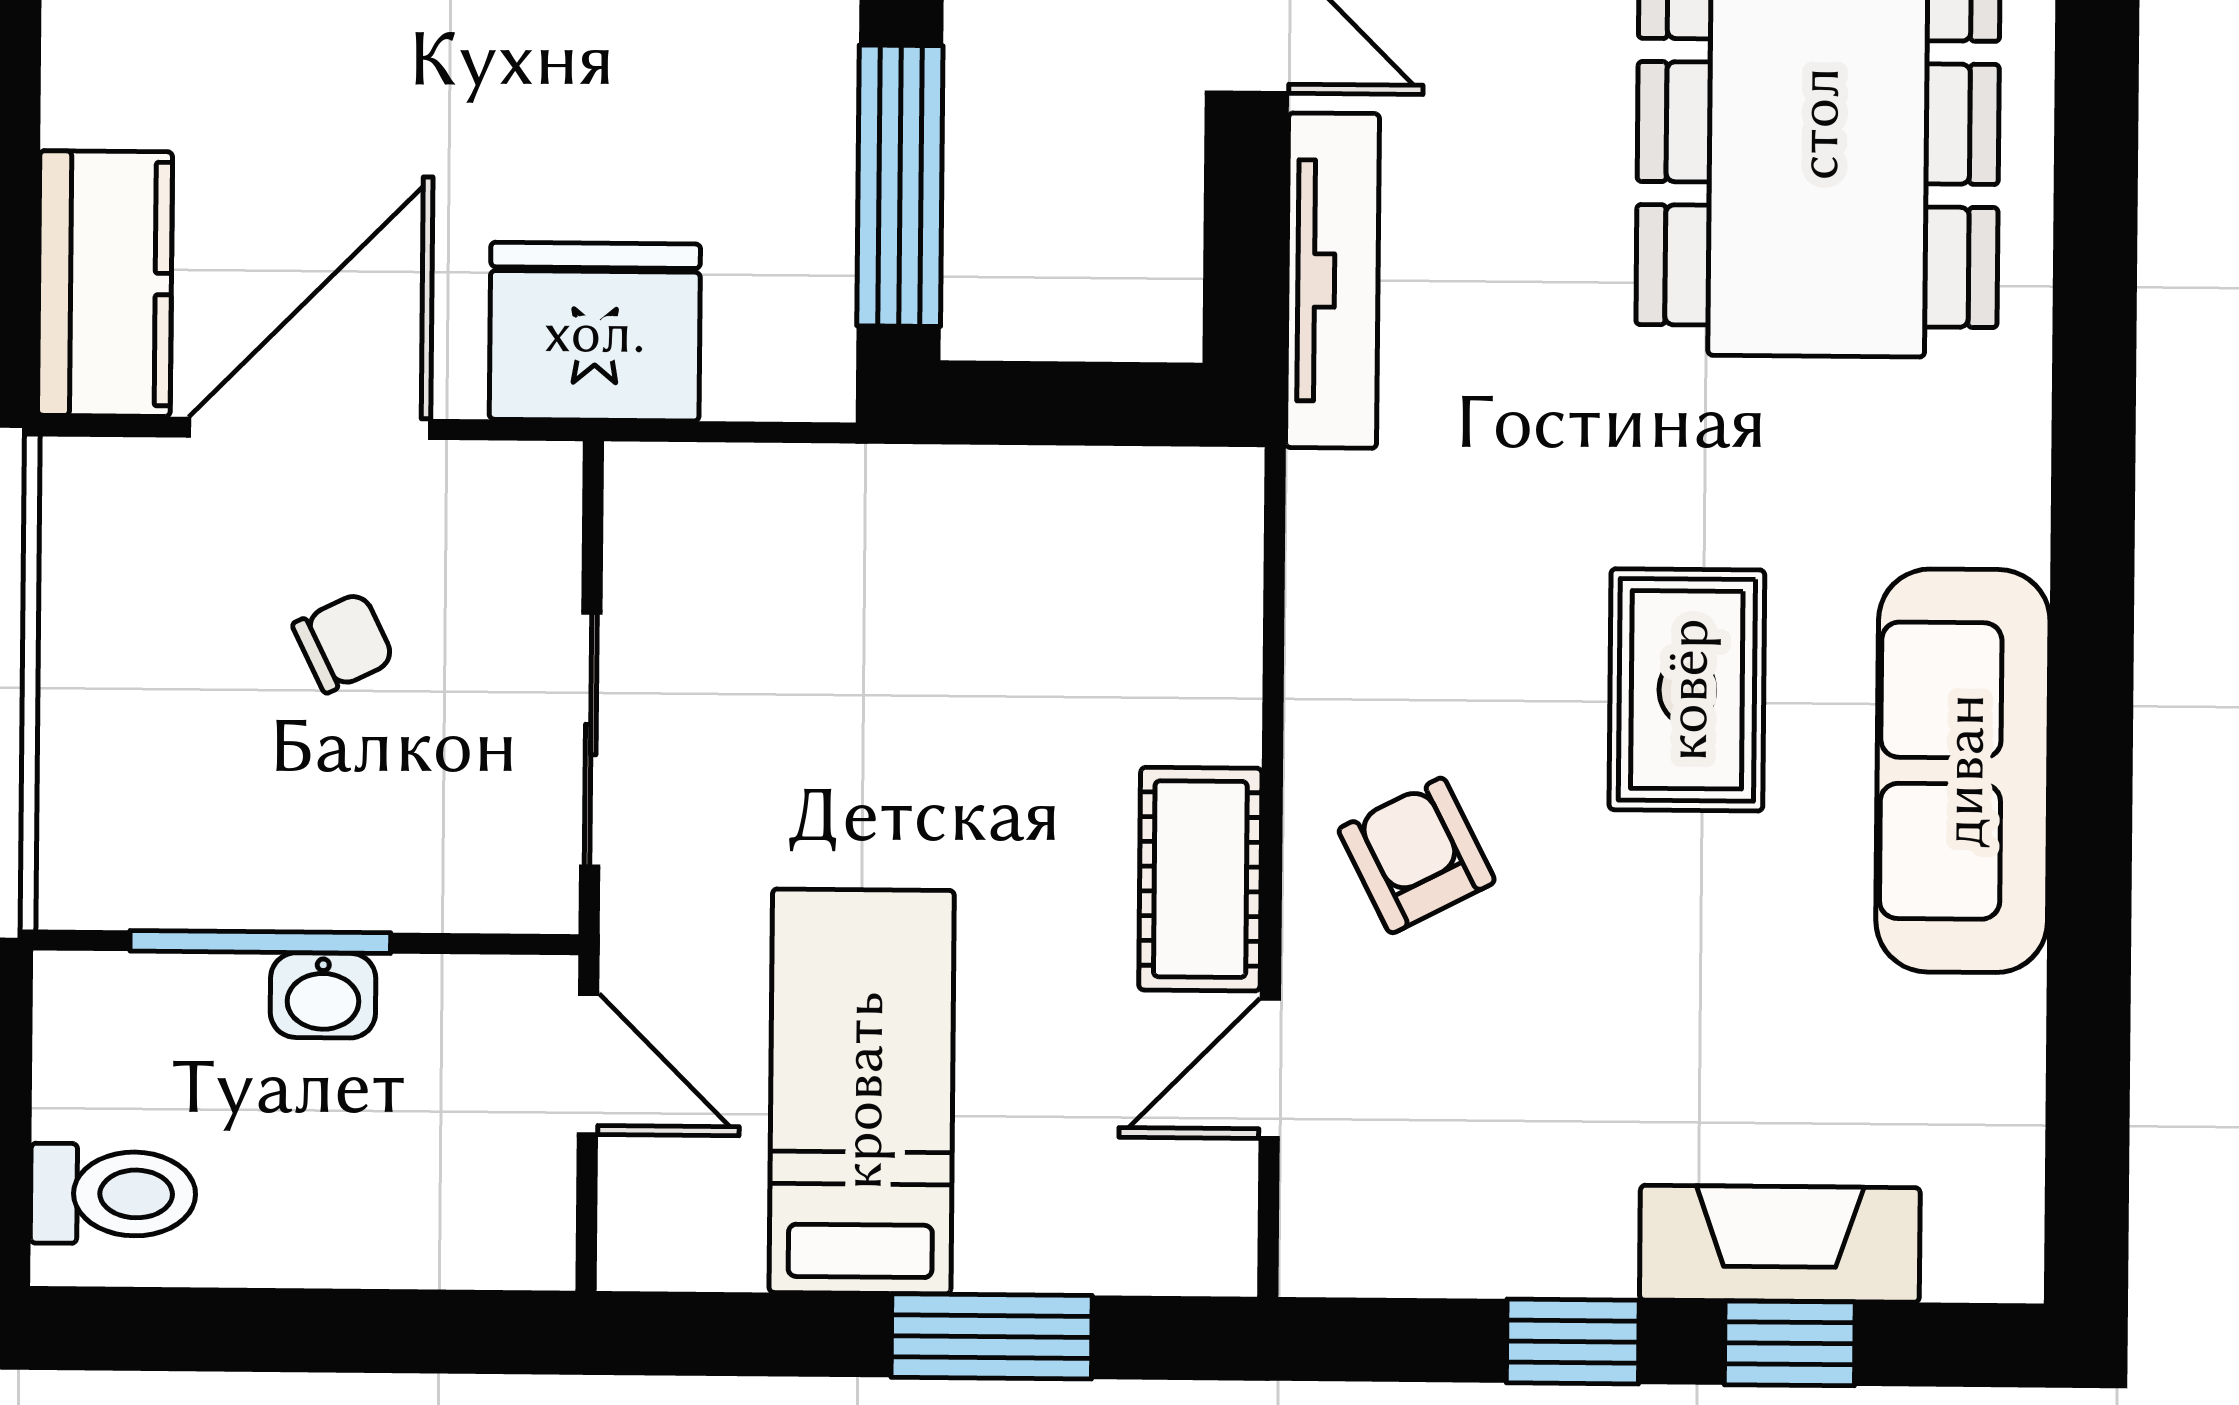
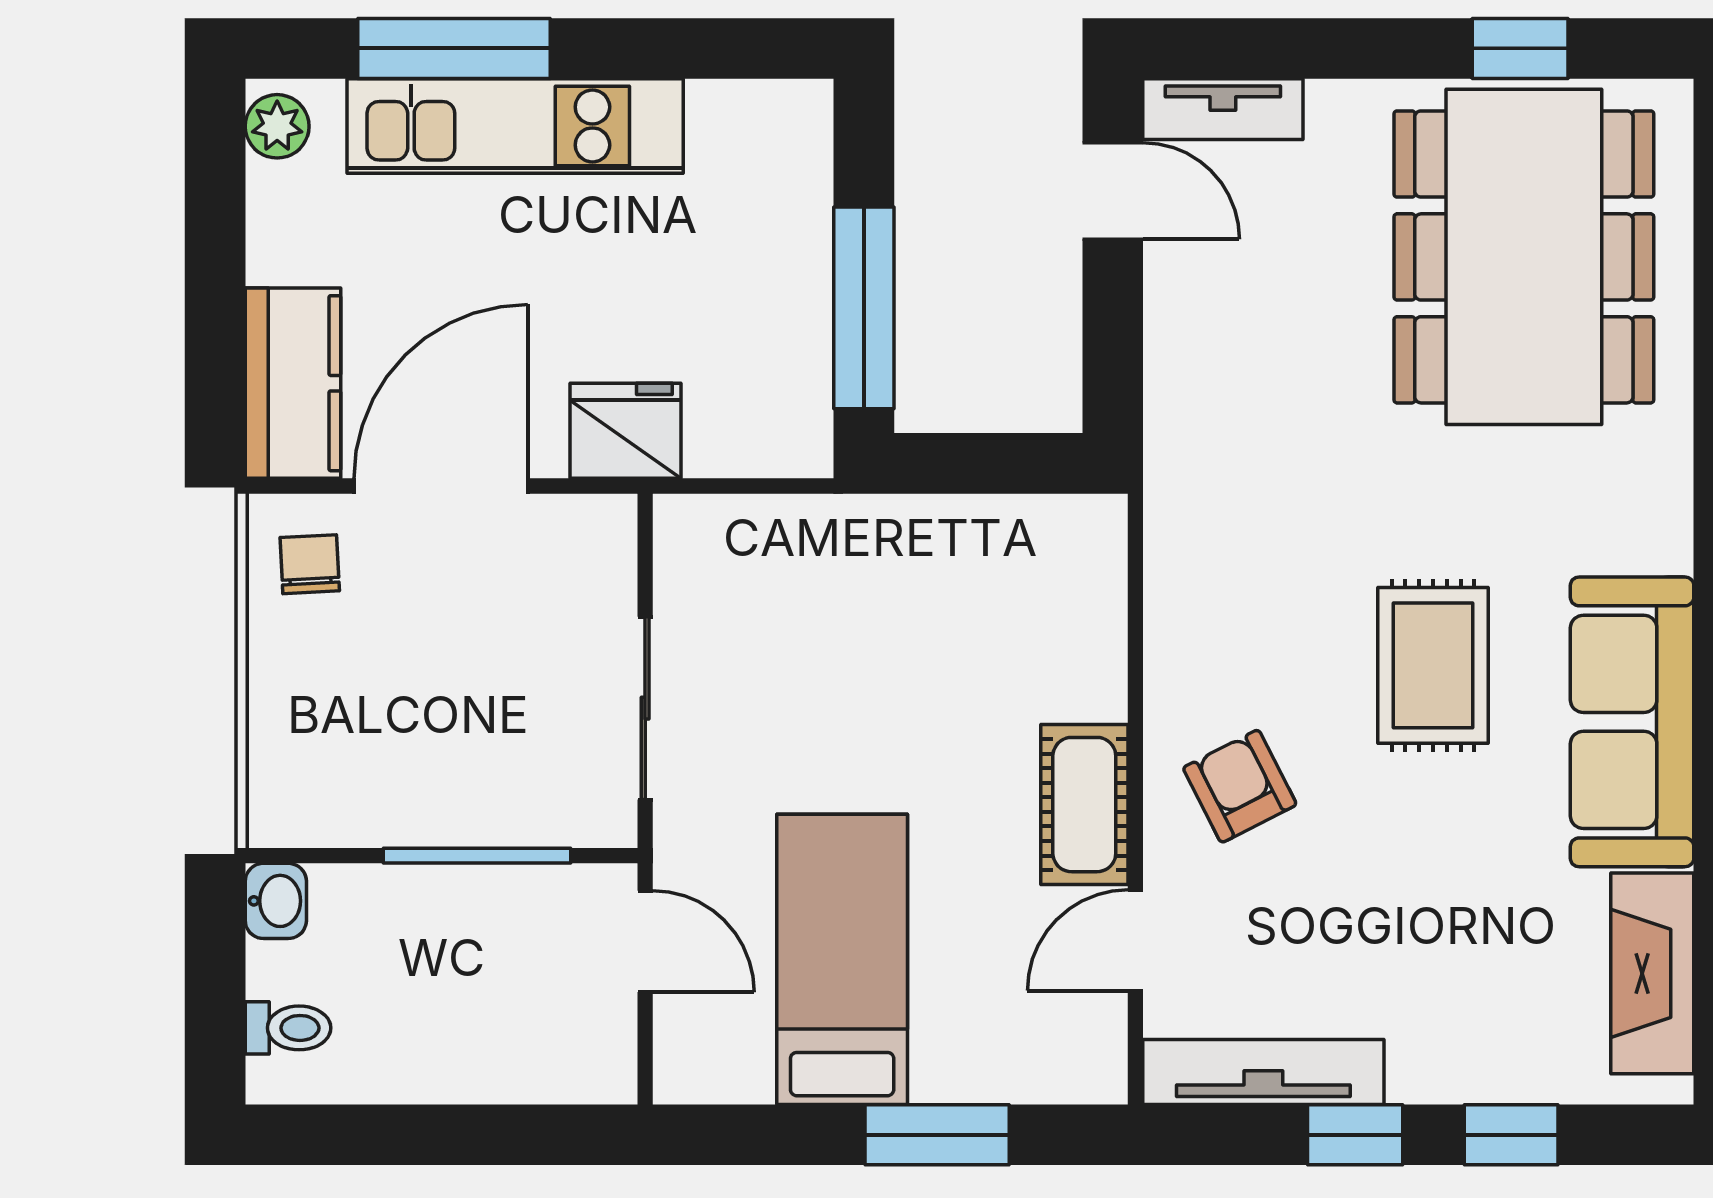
tv unit: (1333, 281) -> (1263, 1072), moved, turned -90
fridge: (595, 332) -> (626, 431), width x0.73, depth x0.75
chair: (344, 642) -> (310, 564), moved, turned -67
window: (260, 942) -> (477, 856), moved
washbasin: (323, 995) -> (276, 901), moved, turned -90
toilet: (113, 1194) -> (288, 1028), width x0.73, depth x0.72
fireplace: (1780, 1244) -> (1652, 973), moved, turned -90

